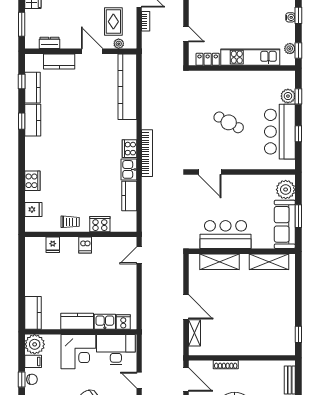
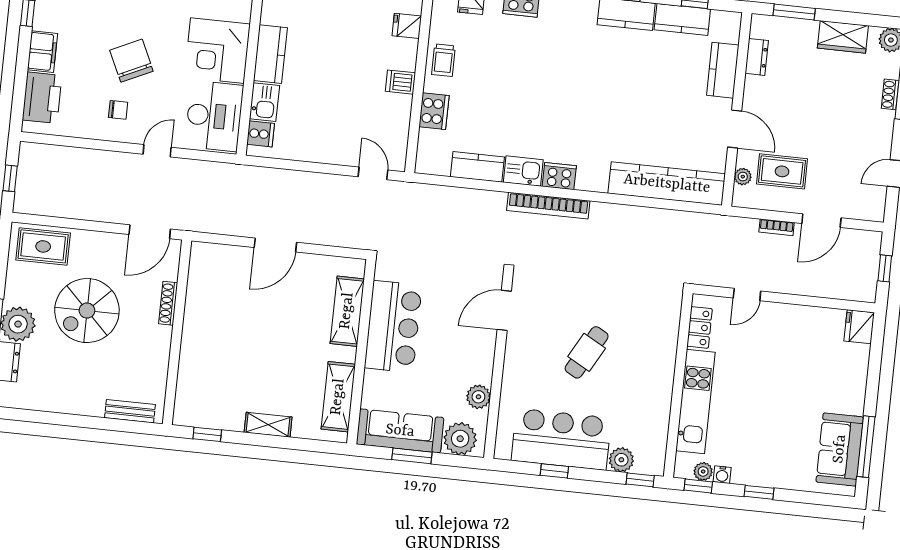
water cooler: (290, 17) -> (722, 475), moved
door: (92, 51) -> (735, 129), hinge flipped
window: (298, 96) -> (640, 480), moved
plant: (261, 182) -> (478, 397), added
shelving: (194, 333) -> (268, 425), moved

